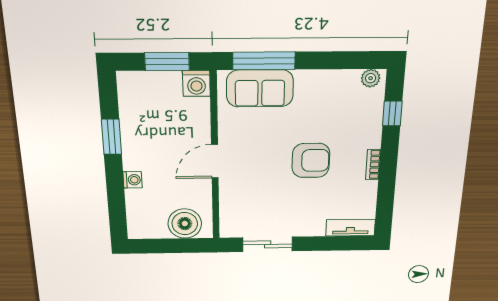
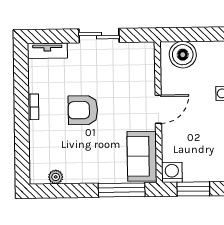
plant: (371, 78) -> (56, 177), moved
sofa: (260, 88) -> (142, 156), moved, turned -90
window: (392, 114) -> (22, 149), removed
sliding door: (268, 244) -> (99, 36), moved

